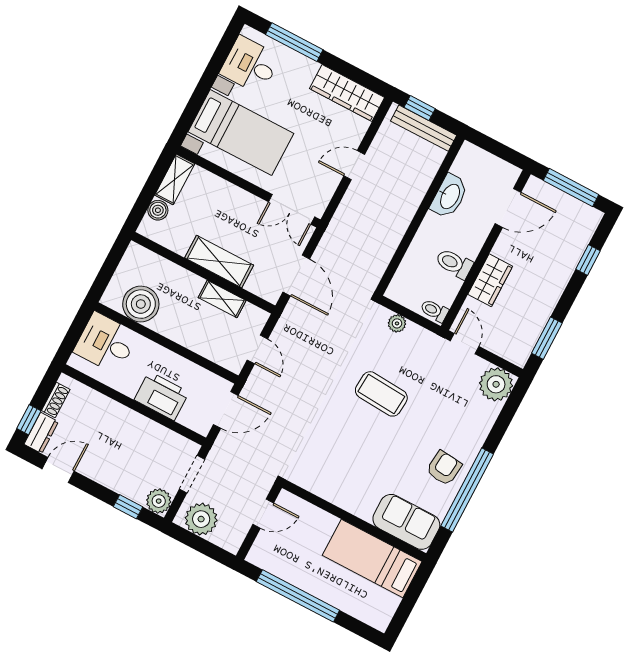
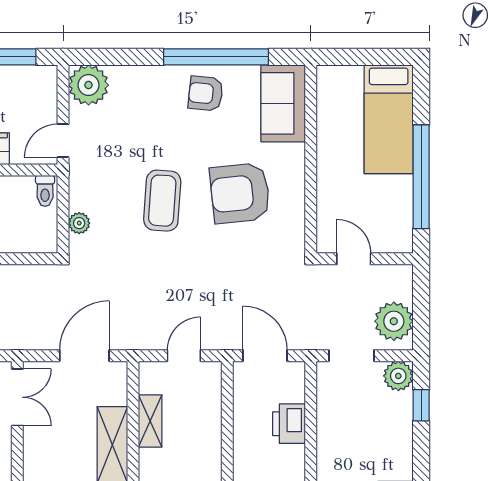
printer: (162, 396) -> (289, 424), width x0.73, depth x0.84
armchair: (356, 455) -> (240, 193), added
bed: (372, 558) -> (389, 119), moved

